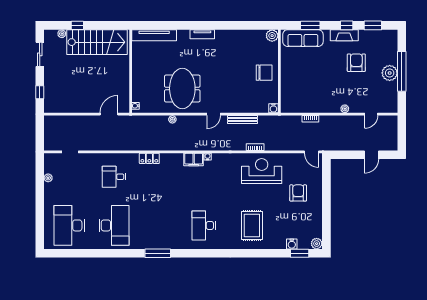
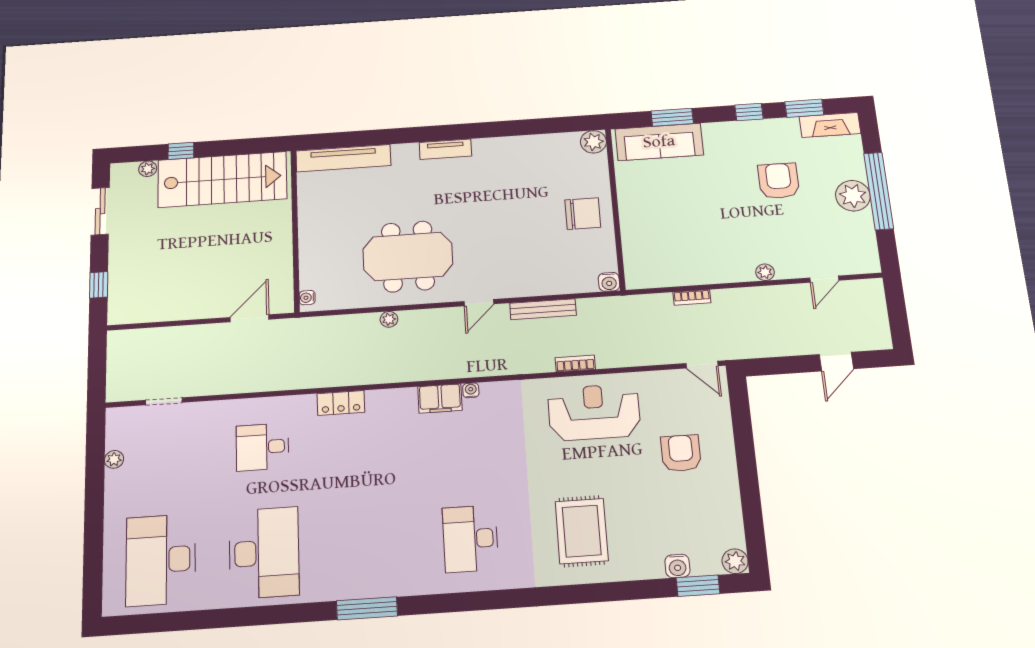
fireplace: (344, 35) -> (830, 125), moved
meeting table: (182, 89) -> (408, 256), turned 90

